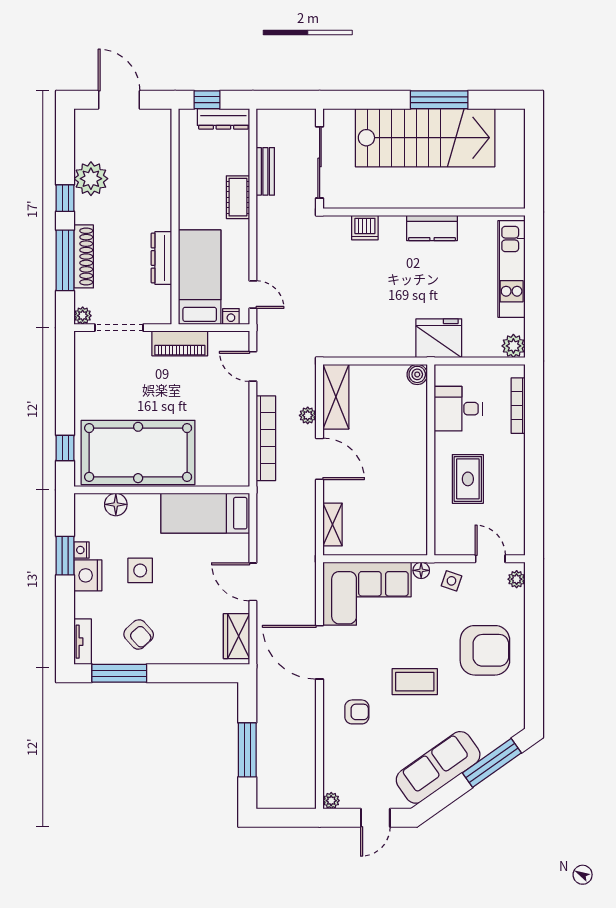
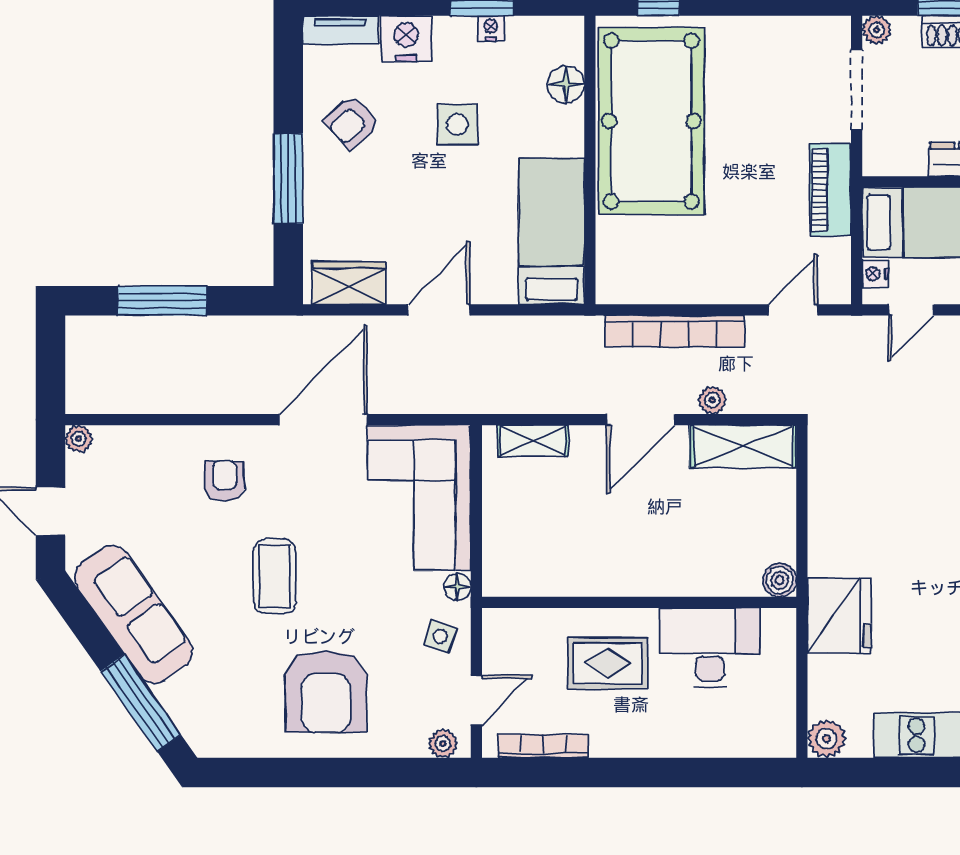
bookcase: (518, 406) -> (543, 746), moved
desk: (458, 409) -> (710, 647), width x1.37
nightstand: (88, 575) -> (406, 38), moved
window: (119, 673) -> (288, 179), moved
armchair: (357, 712) -> (225, 481), turned 180

